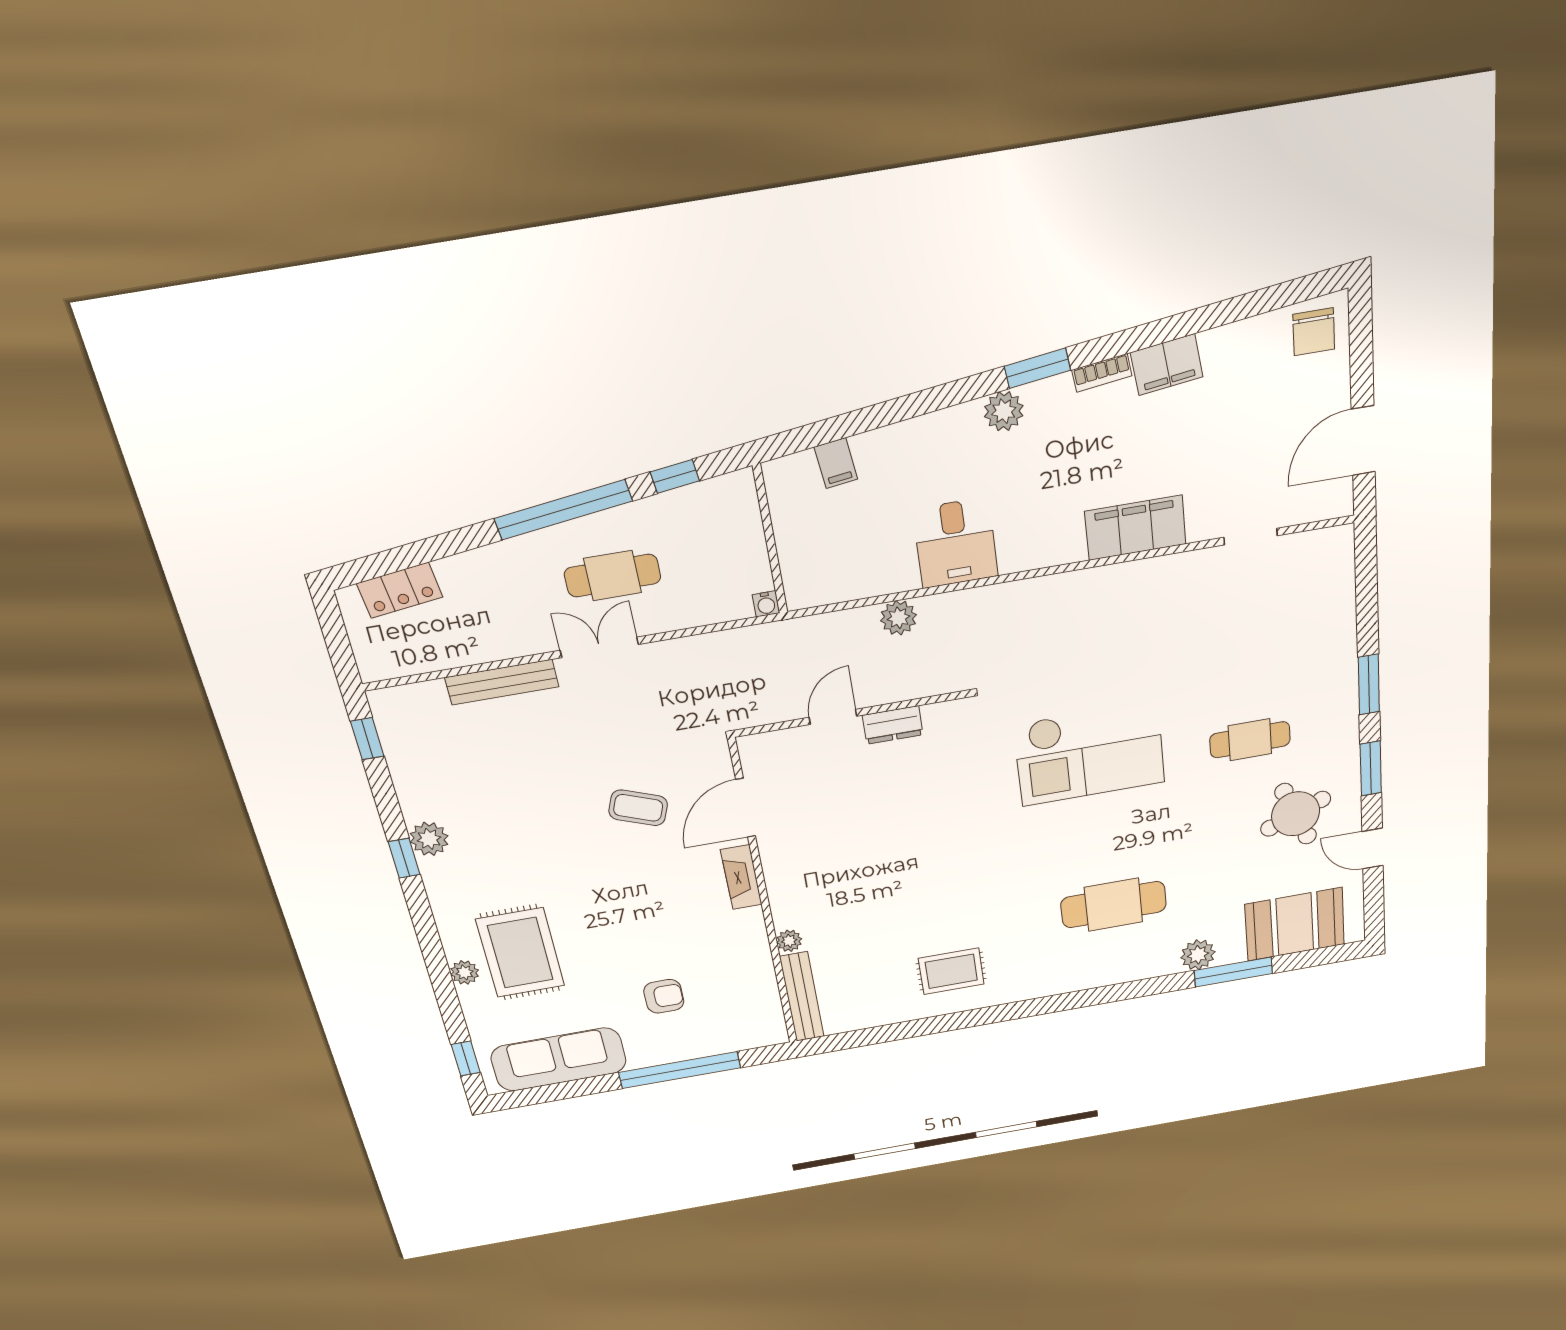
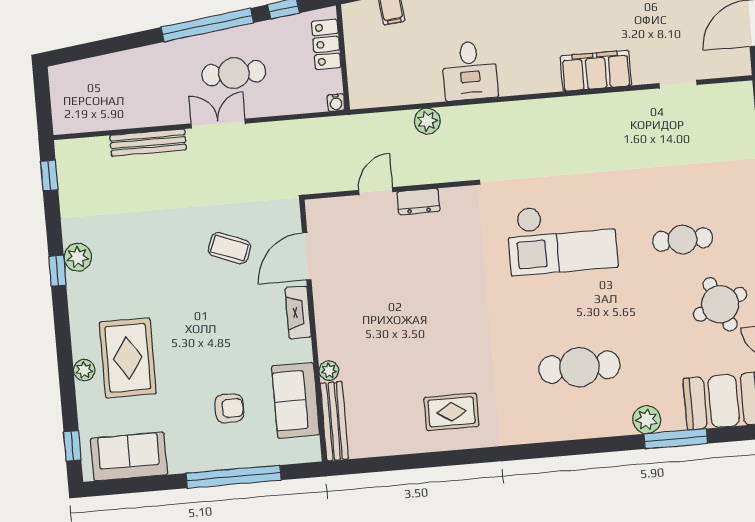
locker: (400, 590) -> (326, 44), moved, turned 97
sofa: (749, 979) -> (295, 400), added
sofa: (559, 1059) -> (129, 457), width x0.73

